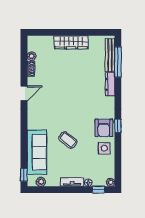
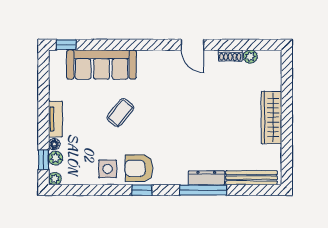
window: (118, 62) -> (203, 190), moved
plant: (41, 182) -> (56, 158), moved

